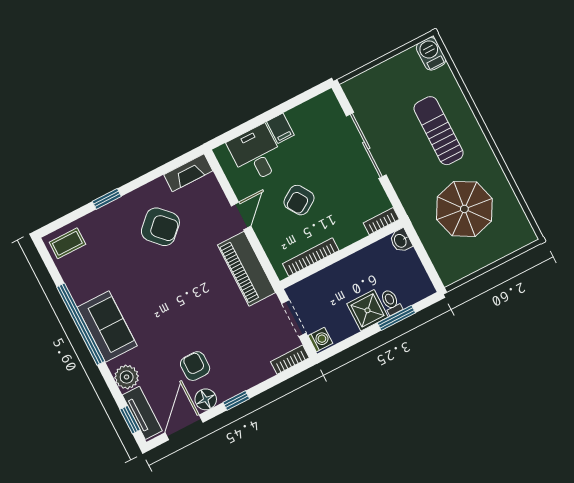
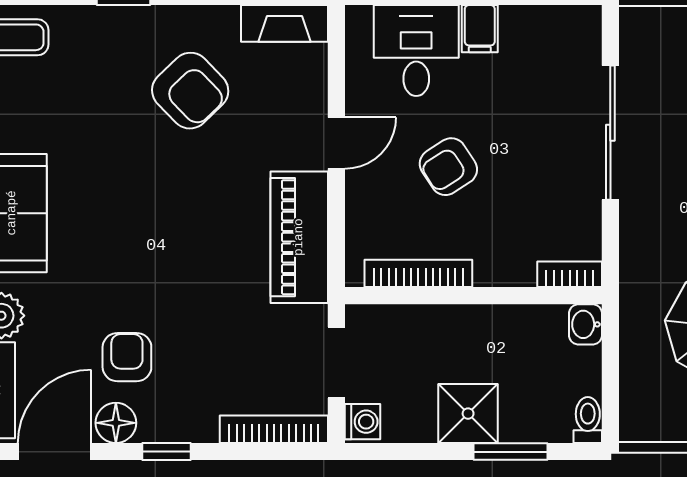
toilet: (391, 302) -> (588, 420), moved
bookcase: (290, 360) -> (274, 429), width x1.56

